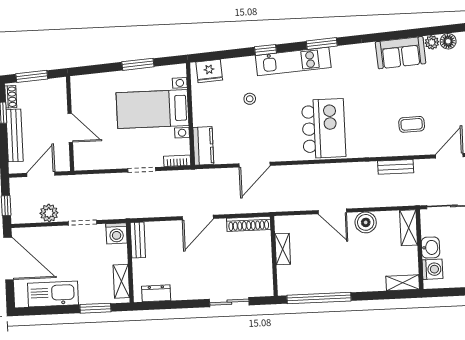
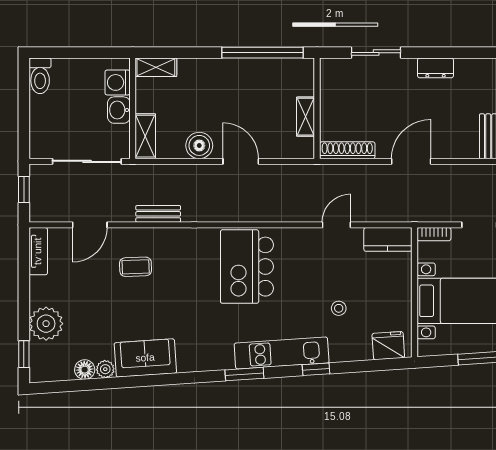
kitchen counter: (203, 146) -> (388, 239), moved, turned -90
door: (255, 165) -> (336, 225), width x0.73
dresser: (156, 293) -> (436, 68), moved

